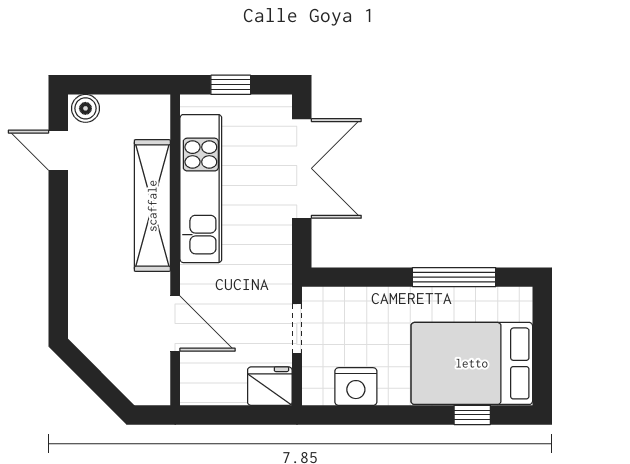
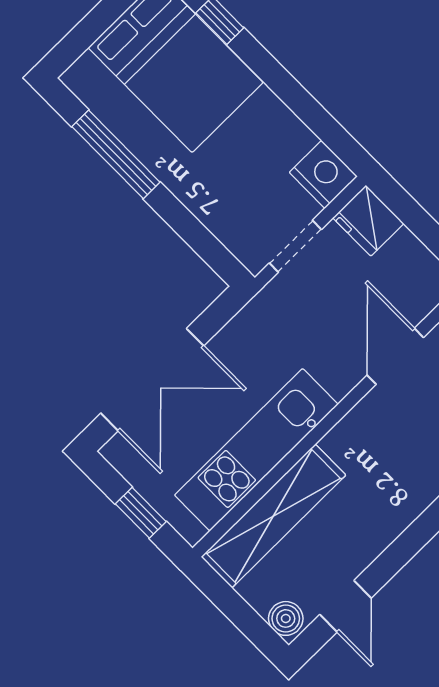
double door: (302, 168) -> (152, 380), swing flipped
shelving: (152, 206) -> (273, 516), moved
nightstand: (356, 387) -> (323, 174), moved

